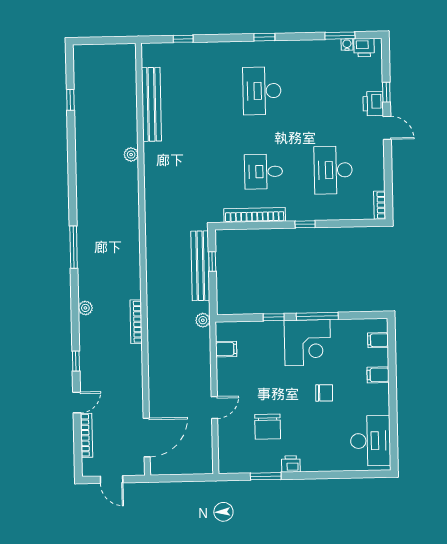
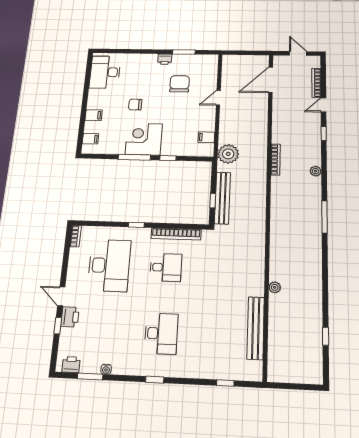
water cooler: (347, 45) -> (106, 369), moved
desk: (333, 170) -> (109, 265), width x1.36, depth x1.30
plant: (203, 320) -> (228, 154), width x1.87, depth x1.87

